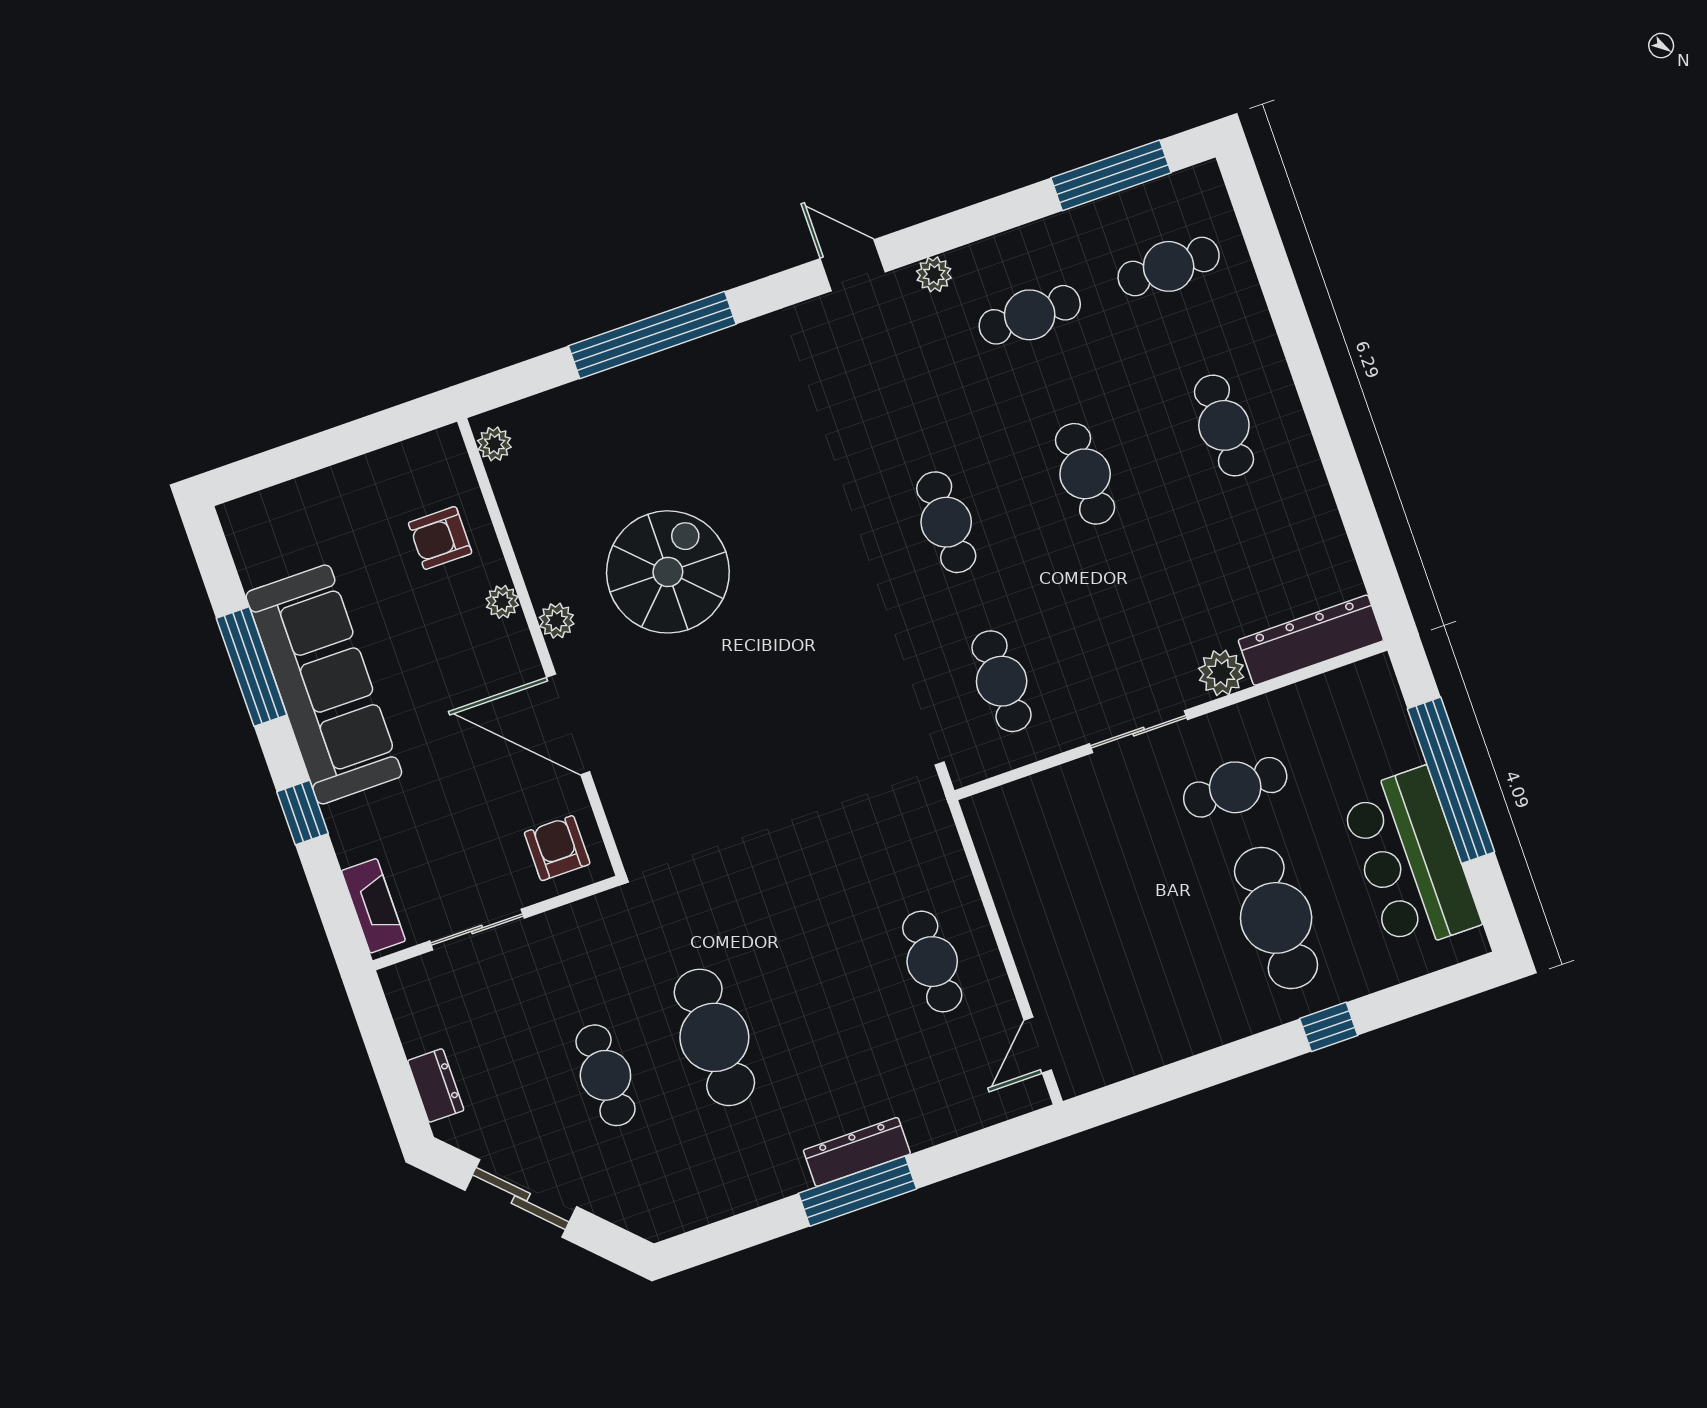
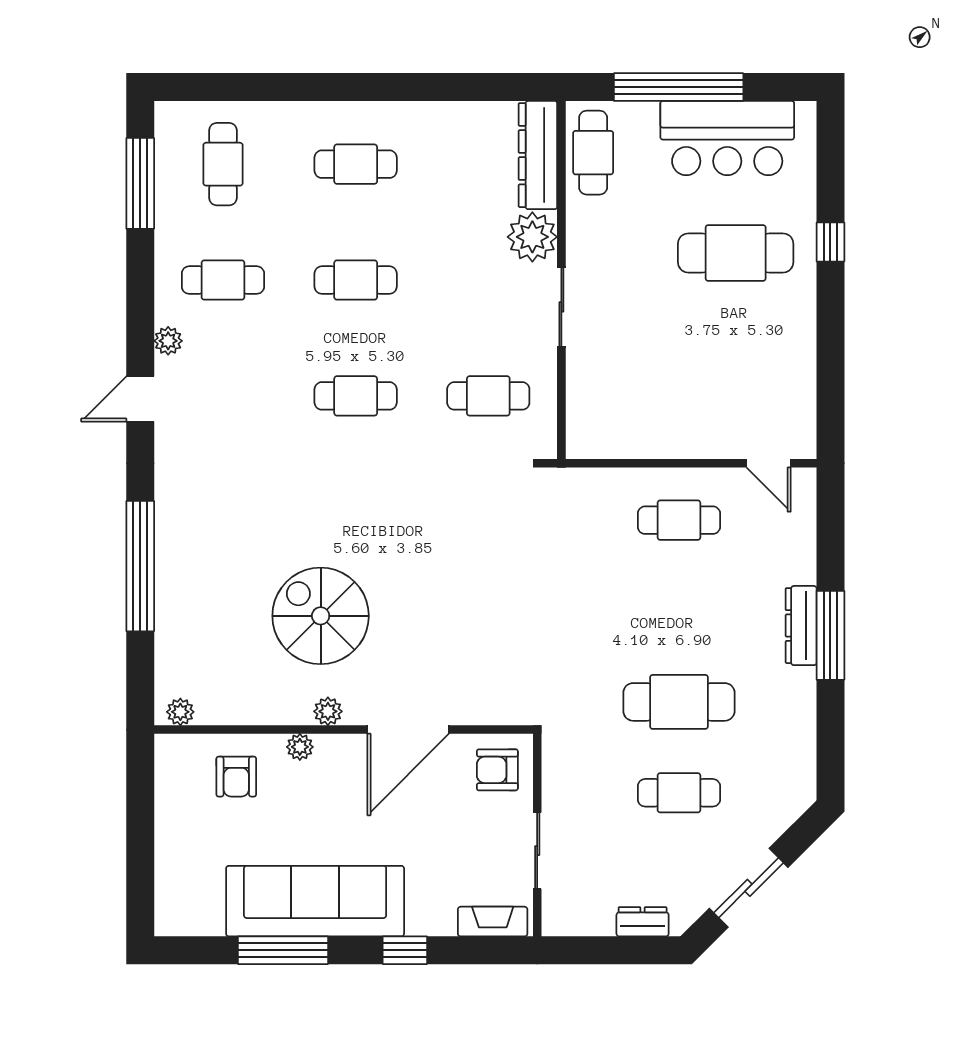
cafe table: (1030, 315) -> (223, 280), turned 90
plant: (1221, 673) -> (532, 237), width x1.36, depth x1.36
cafe table: (1235, 787) -> (593, 153), moved

